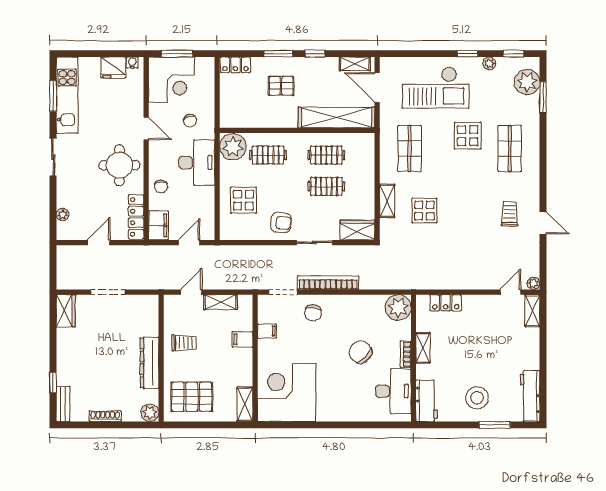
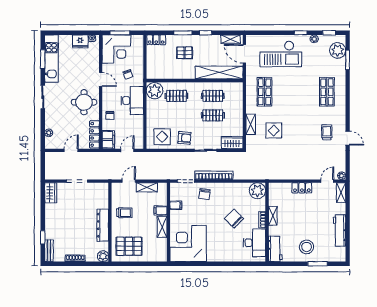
display table: (468, 136) -> (301, 84), removed
display table: (243, 200) -> (162, 137), moved
locker: (446, 303) -> (302, 188), moved
workbench: (530, 396) -> (340, 230), moved
shelving: (245, 404) -> (162, 227), moved

